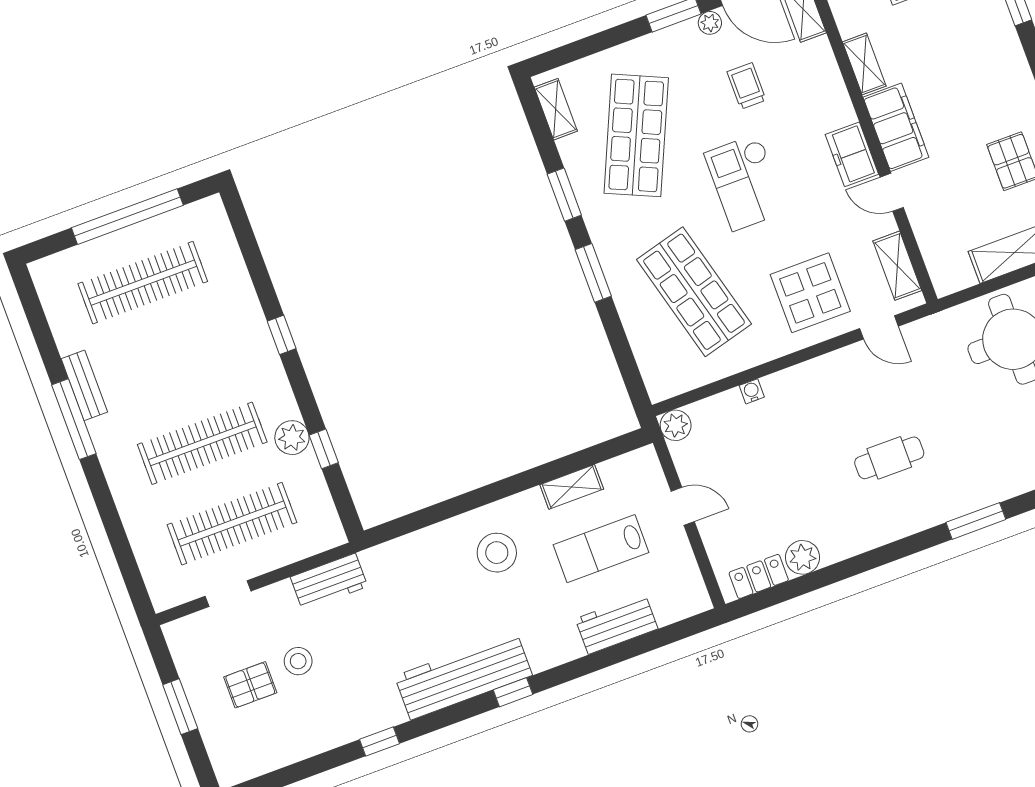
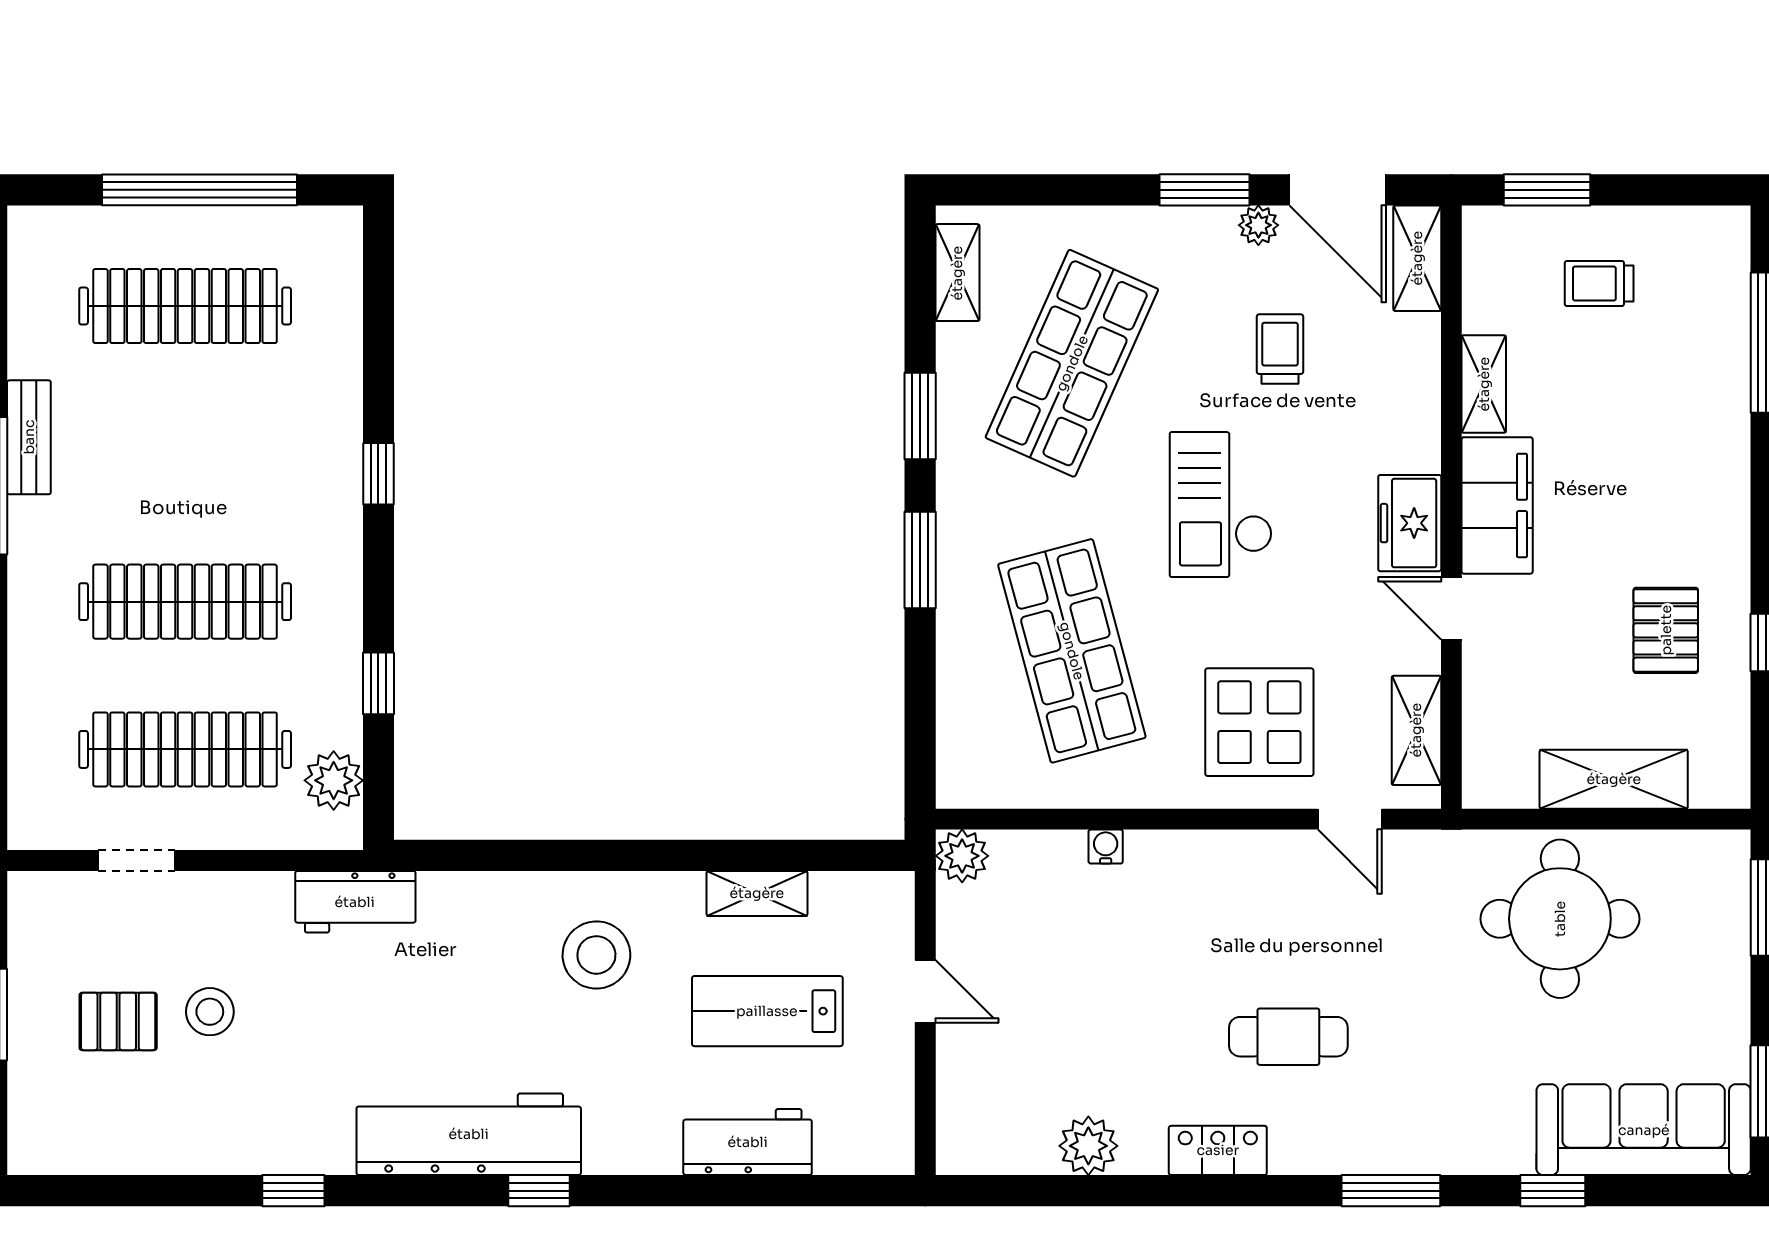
plant: (292, 438) -> (334, 780), moved
locker: (759, 576) -> (1218, 1150), moved
workbench: (329, 582) -> (355, 902), moved

